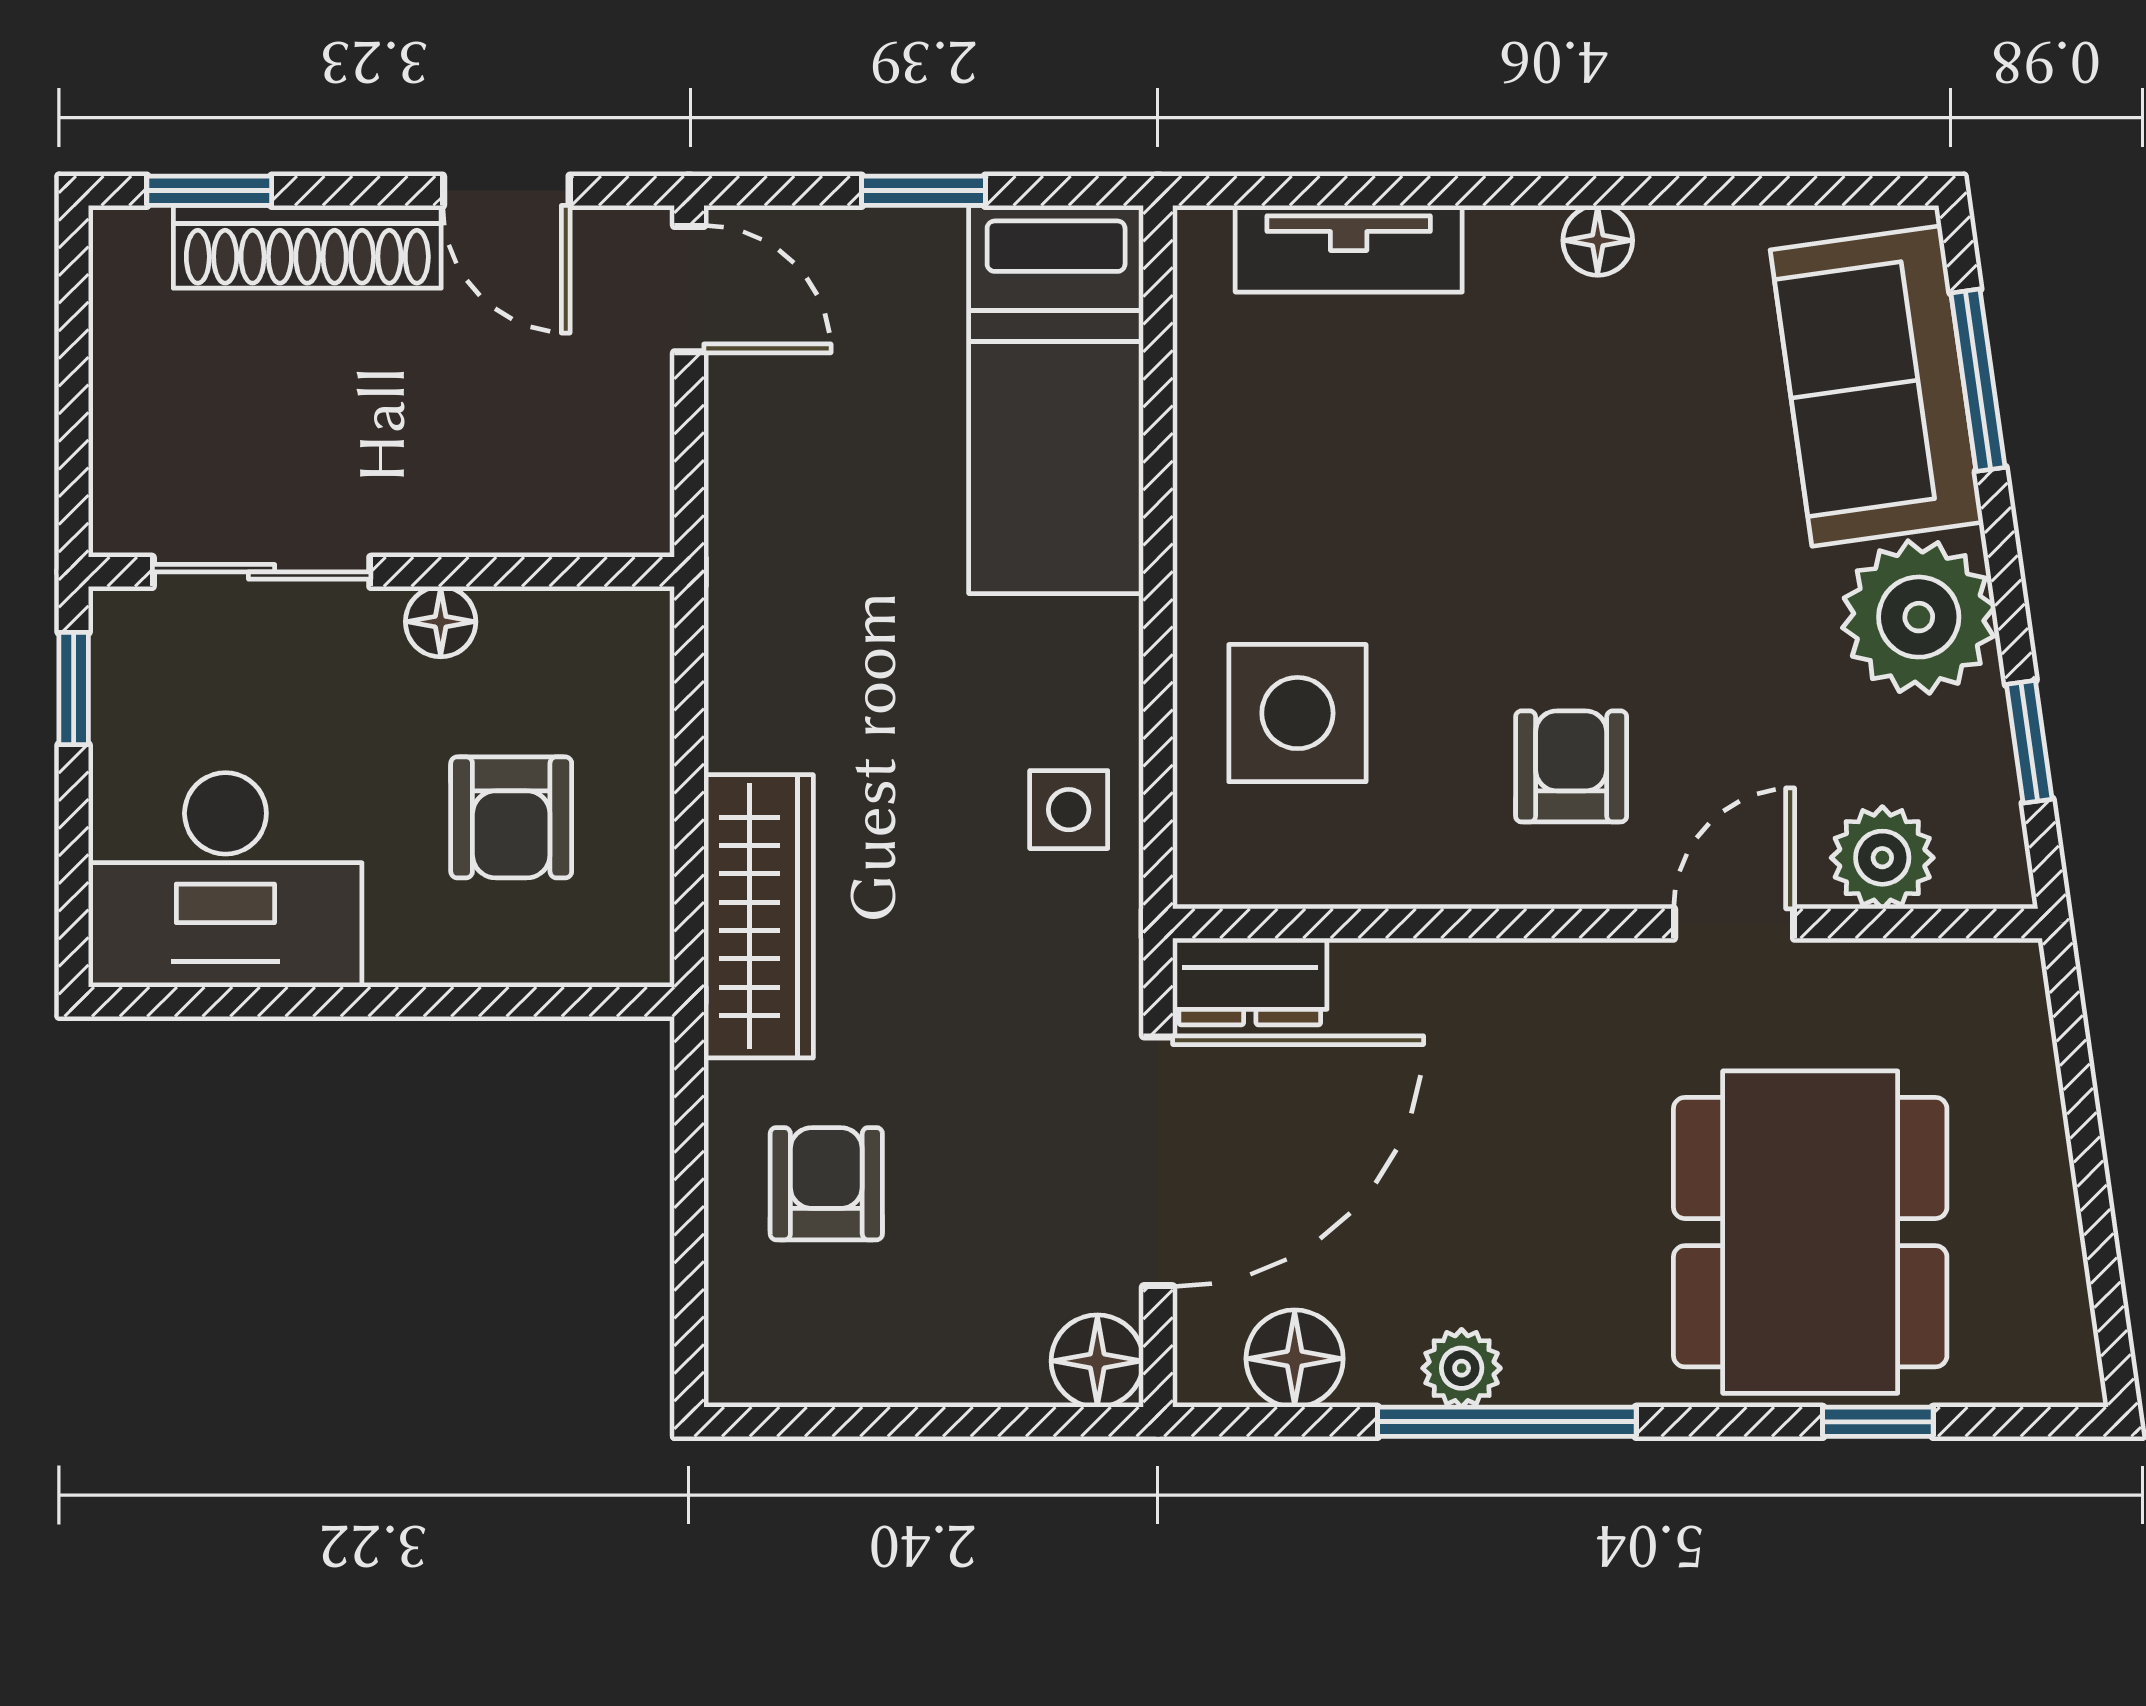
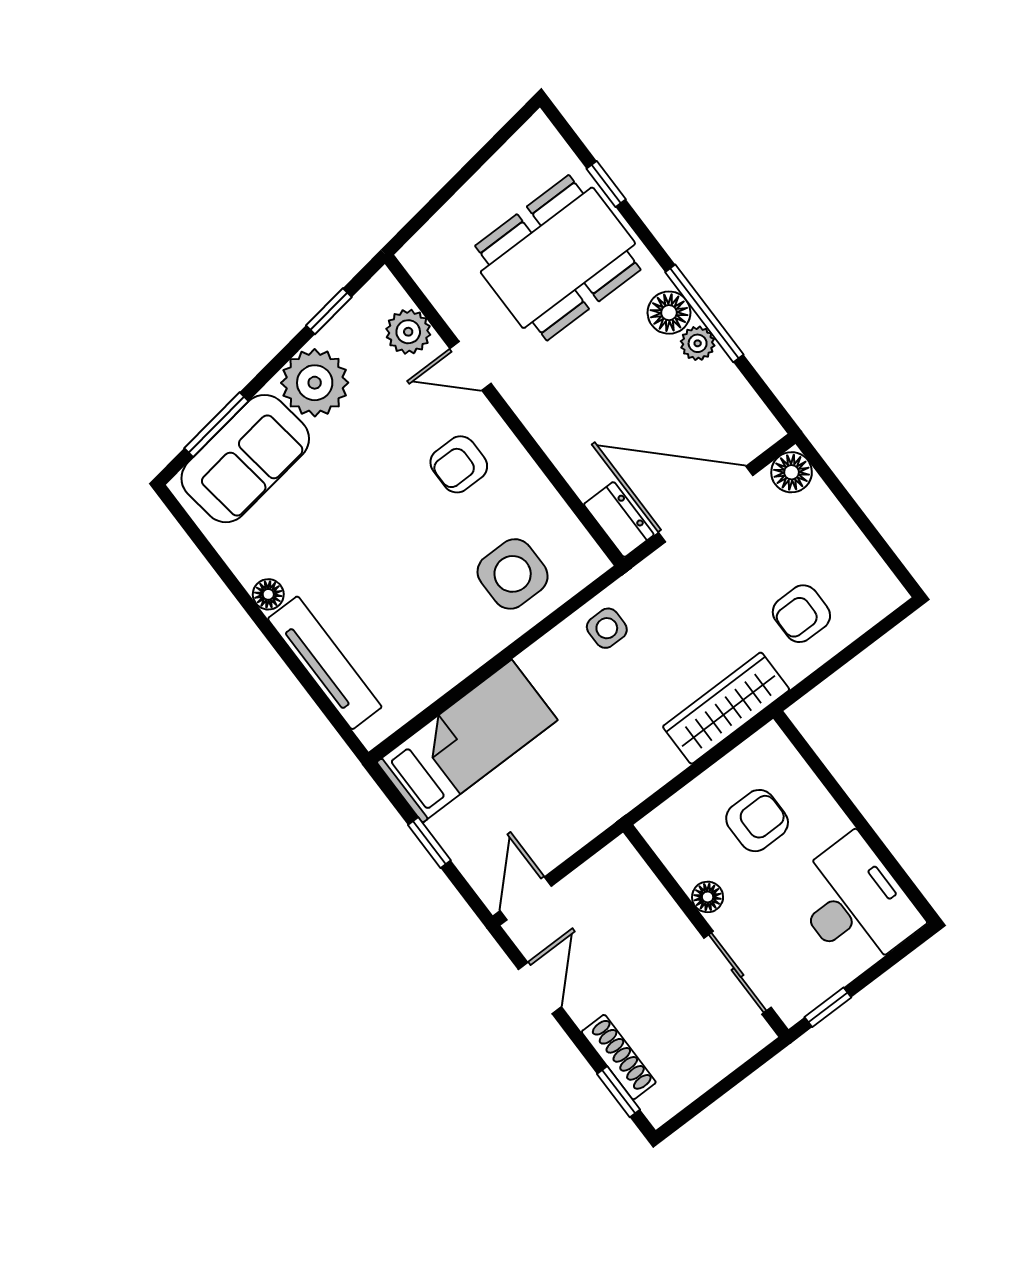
shoe rack: (307, 247) -> (619, 1057), width x0.74, depth x0.81
tv unit: (1349, 249) -> (325, 663), width x1.41
floor lamp: (1295, 1359) -> (669, 313), moved

